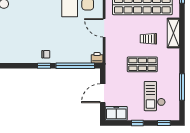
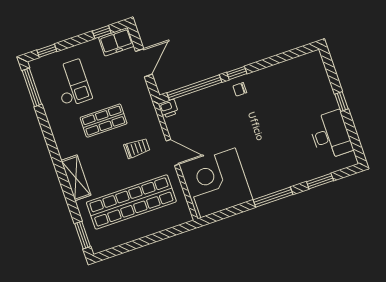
trolley: (148, 39) -> (137, 148), moved
window: (182, 87) -> (32, 87), moved
window: (137, 123) -> (102, 32), moved

